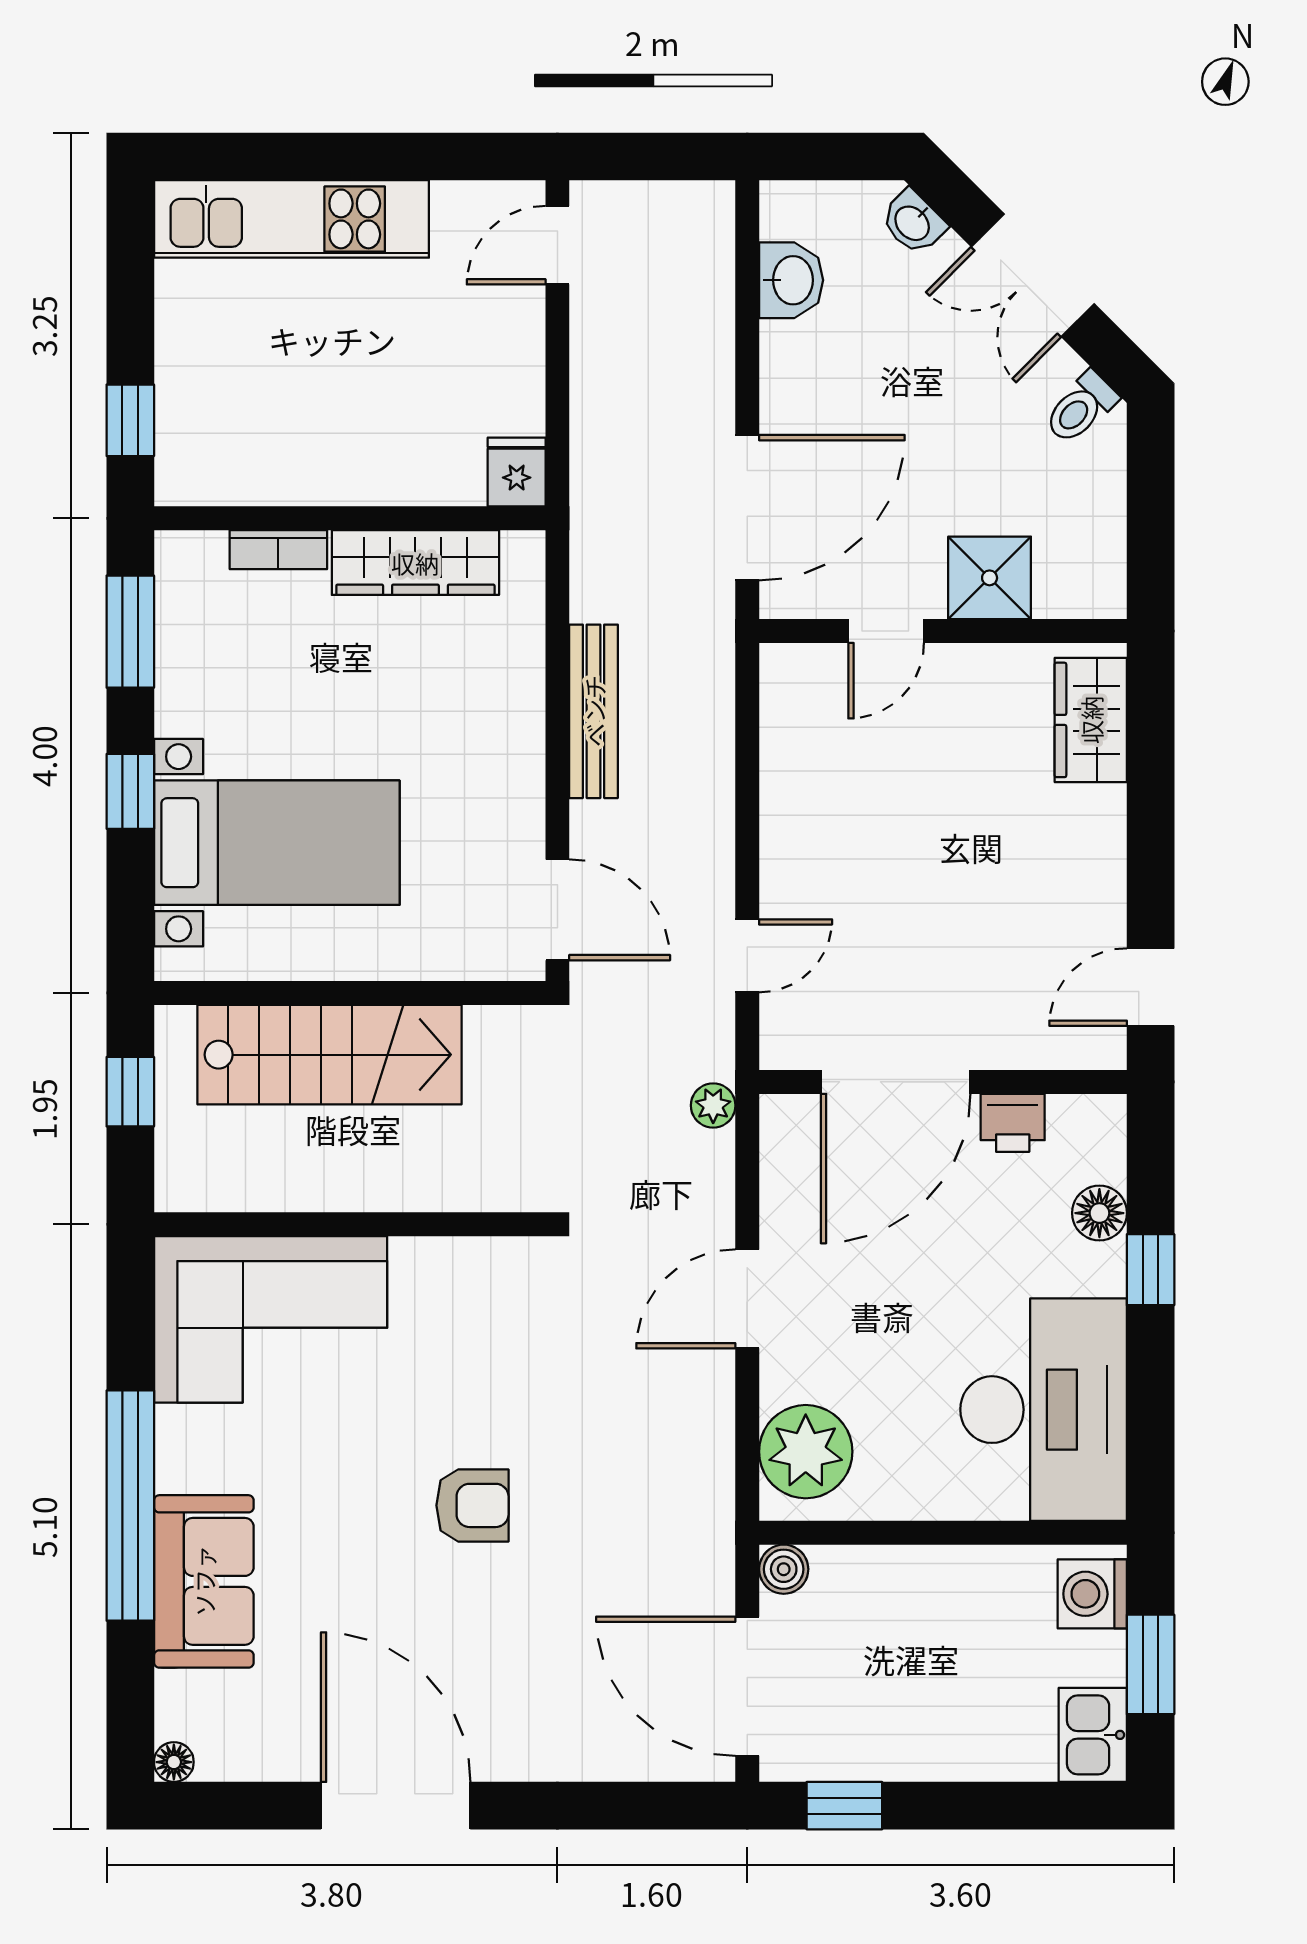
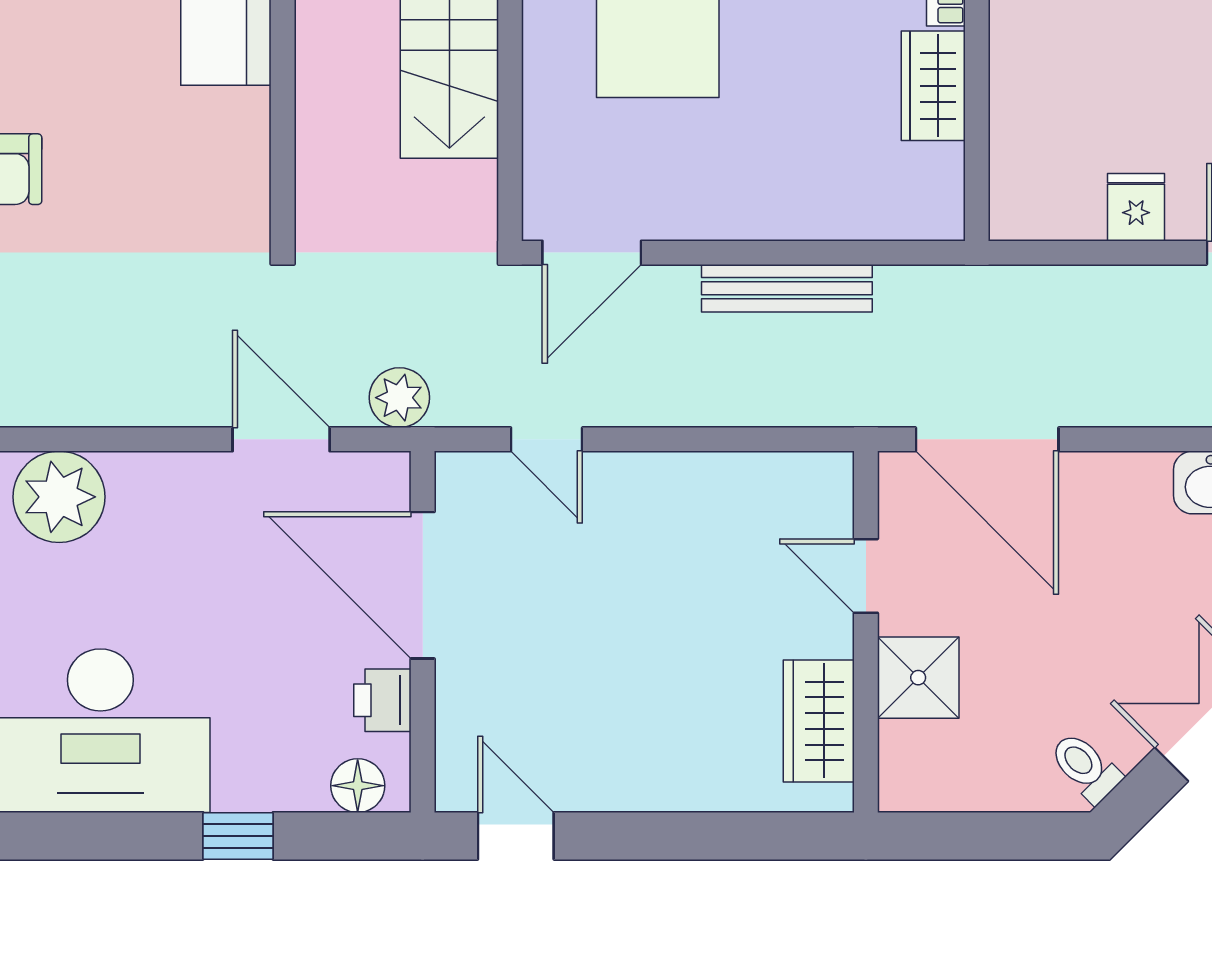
fridge: (517, 472) -> (1136, 207), moved, turned -90
wardrobe: (415, 563) -> (933, 86), width x0.67
wardrobe: (1091, 720) -> (819, 721), moved, turned -90
plant: (713, 1105) -> (399, 398), width x1.38, depth x1.38
floor lamp: (1099, 1213) -> (358, 786), moved
door: (747, 1299) -> (281, 439), moved

